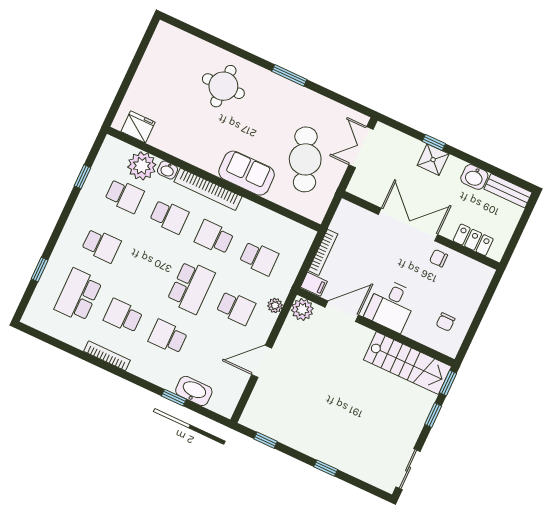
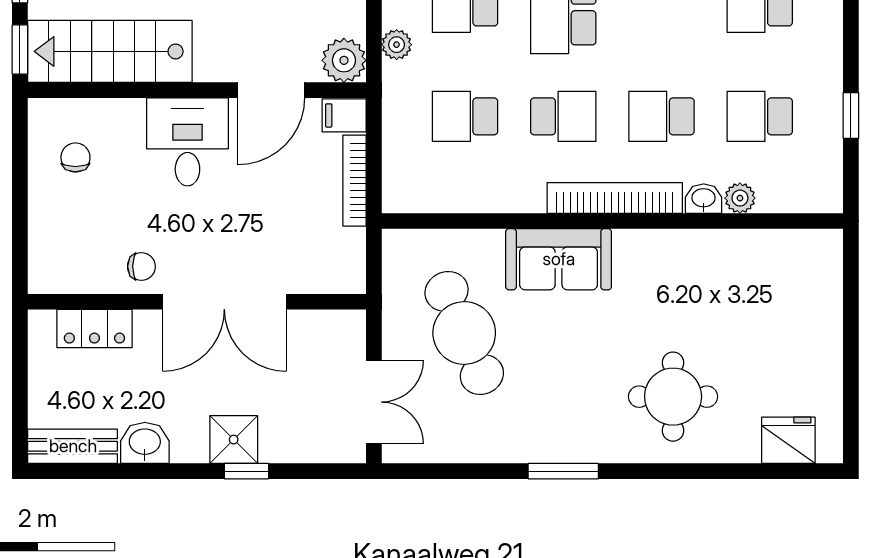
fridge: (138, 127) -> (788, 440), moved, turned 180
plant: (142, 166) -> (740, 198), width x0.53, depth x0.53

